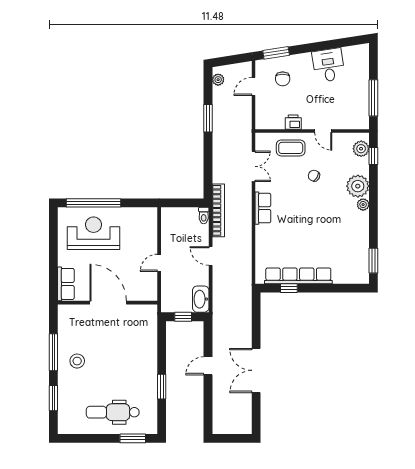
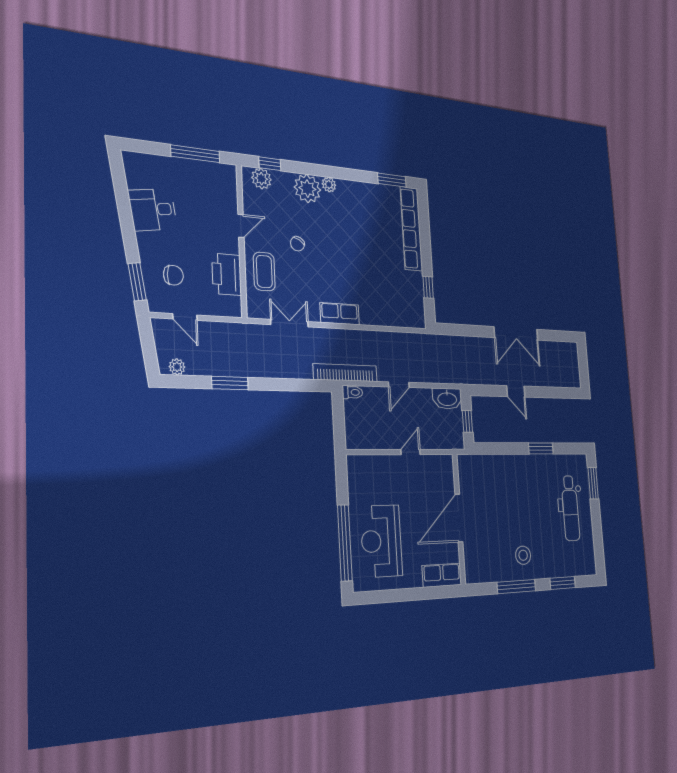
printer: (293, 122) -> (227, 274), width x1.87, depth x1.48
door: (159, 263) -> (411, 452), swing flipped
row of seats: (298, 276) -> (411, 229), moved

